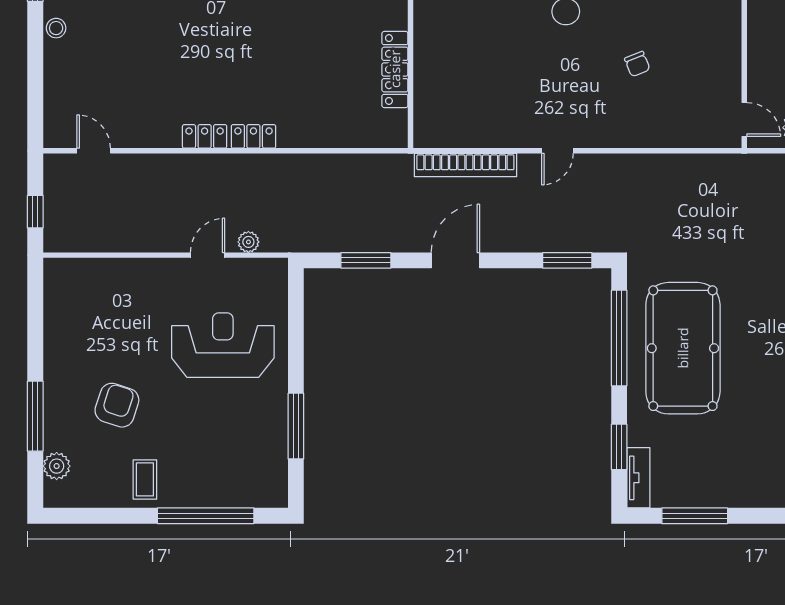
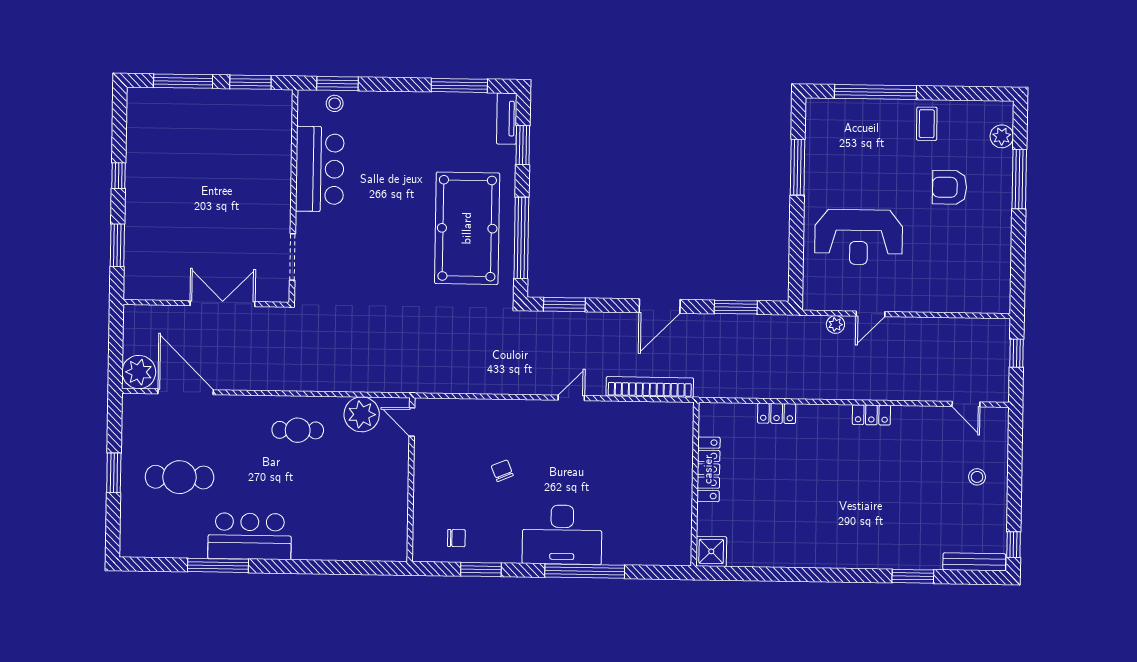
stool: (56, 28) -> (977, 477), moved
locker: (253, 136) -> (777, 413), moved
armchair: (117, 405) -> (950, 187), turned 72

